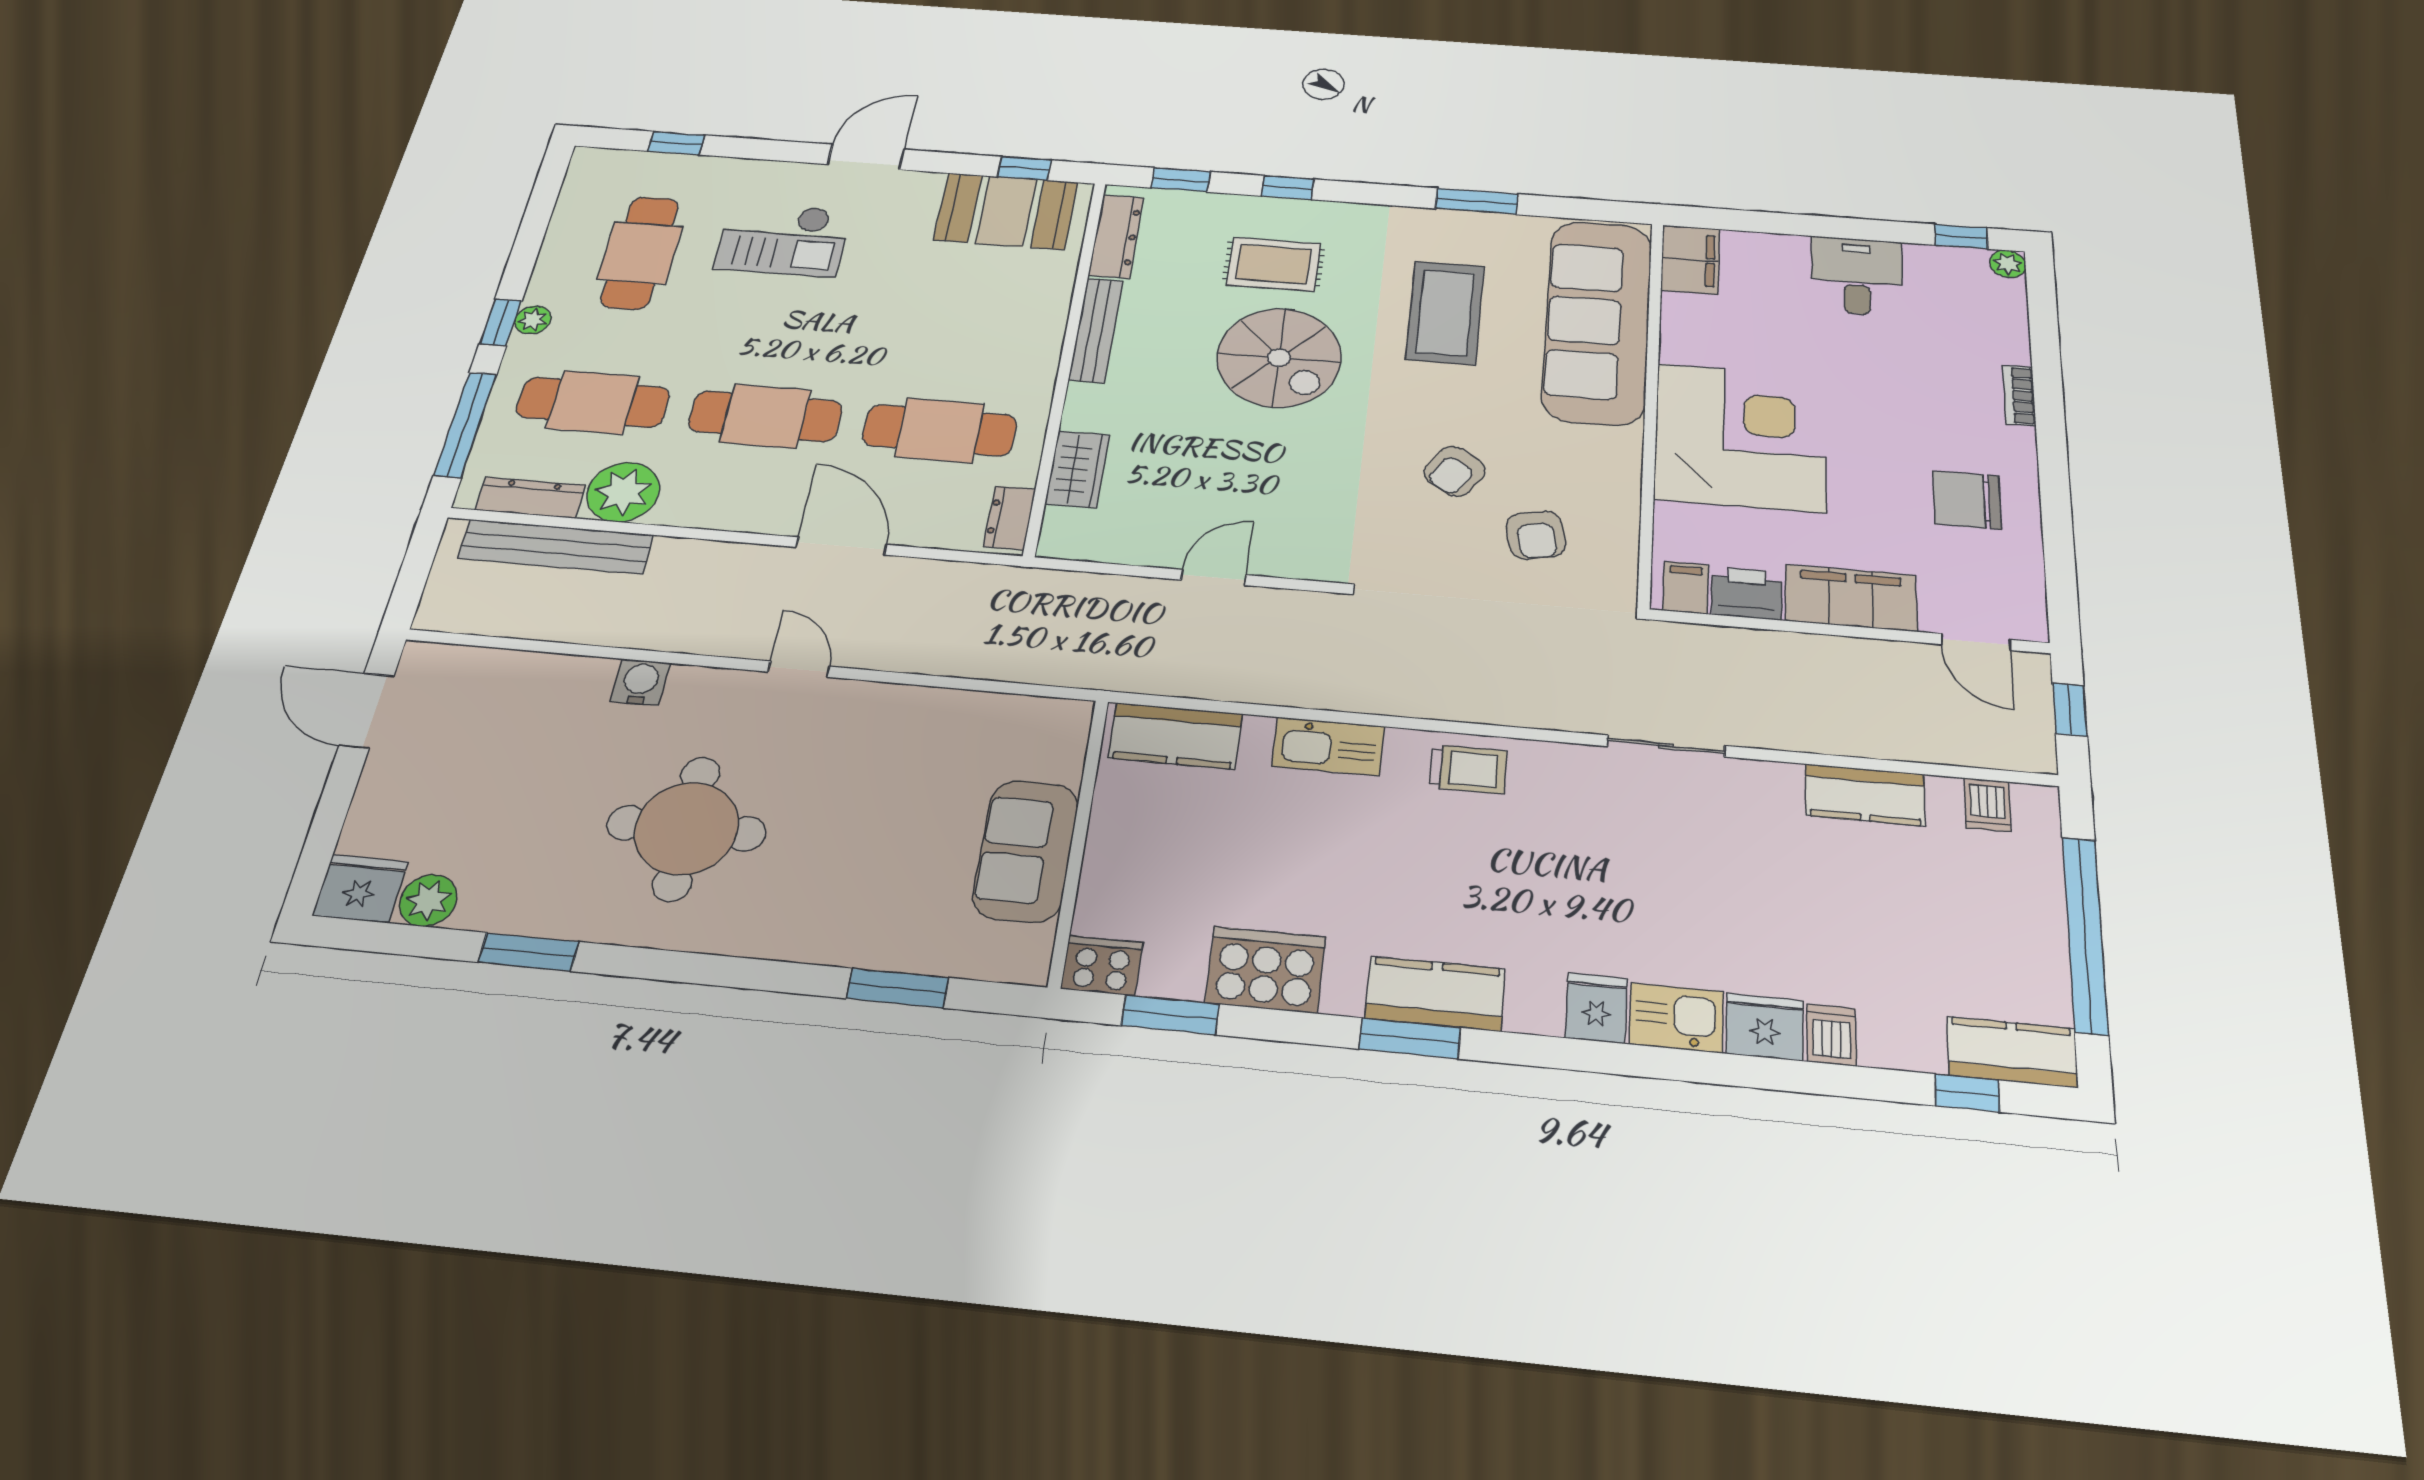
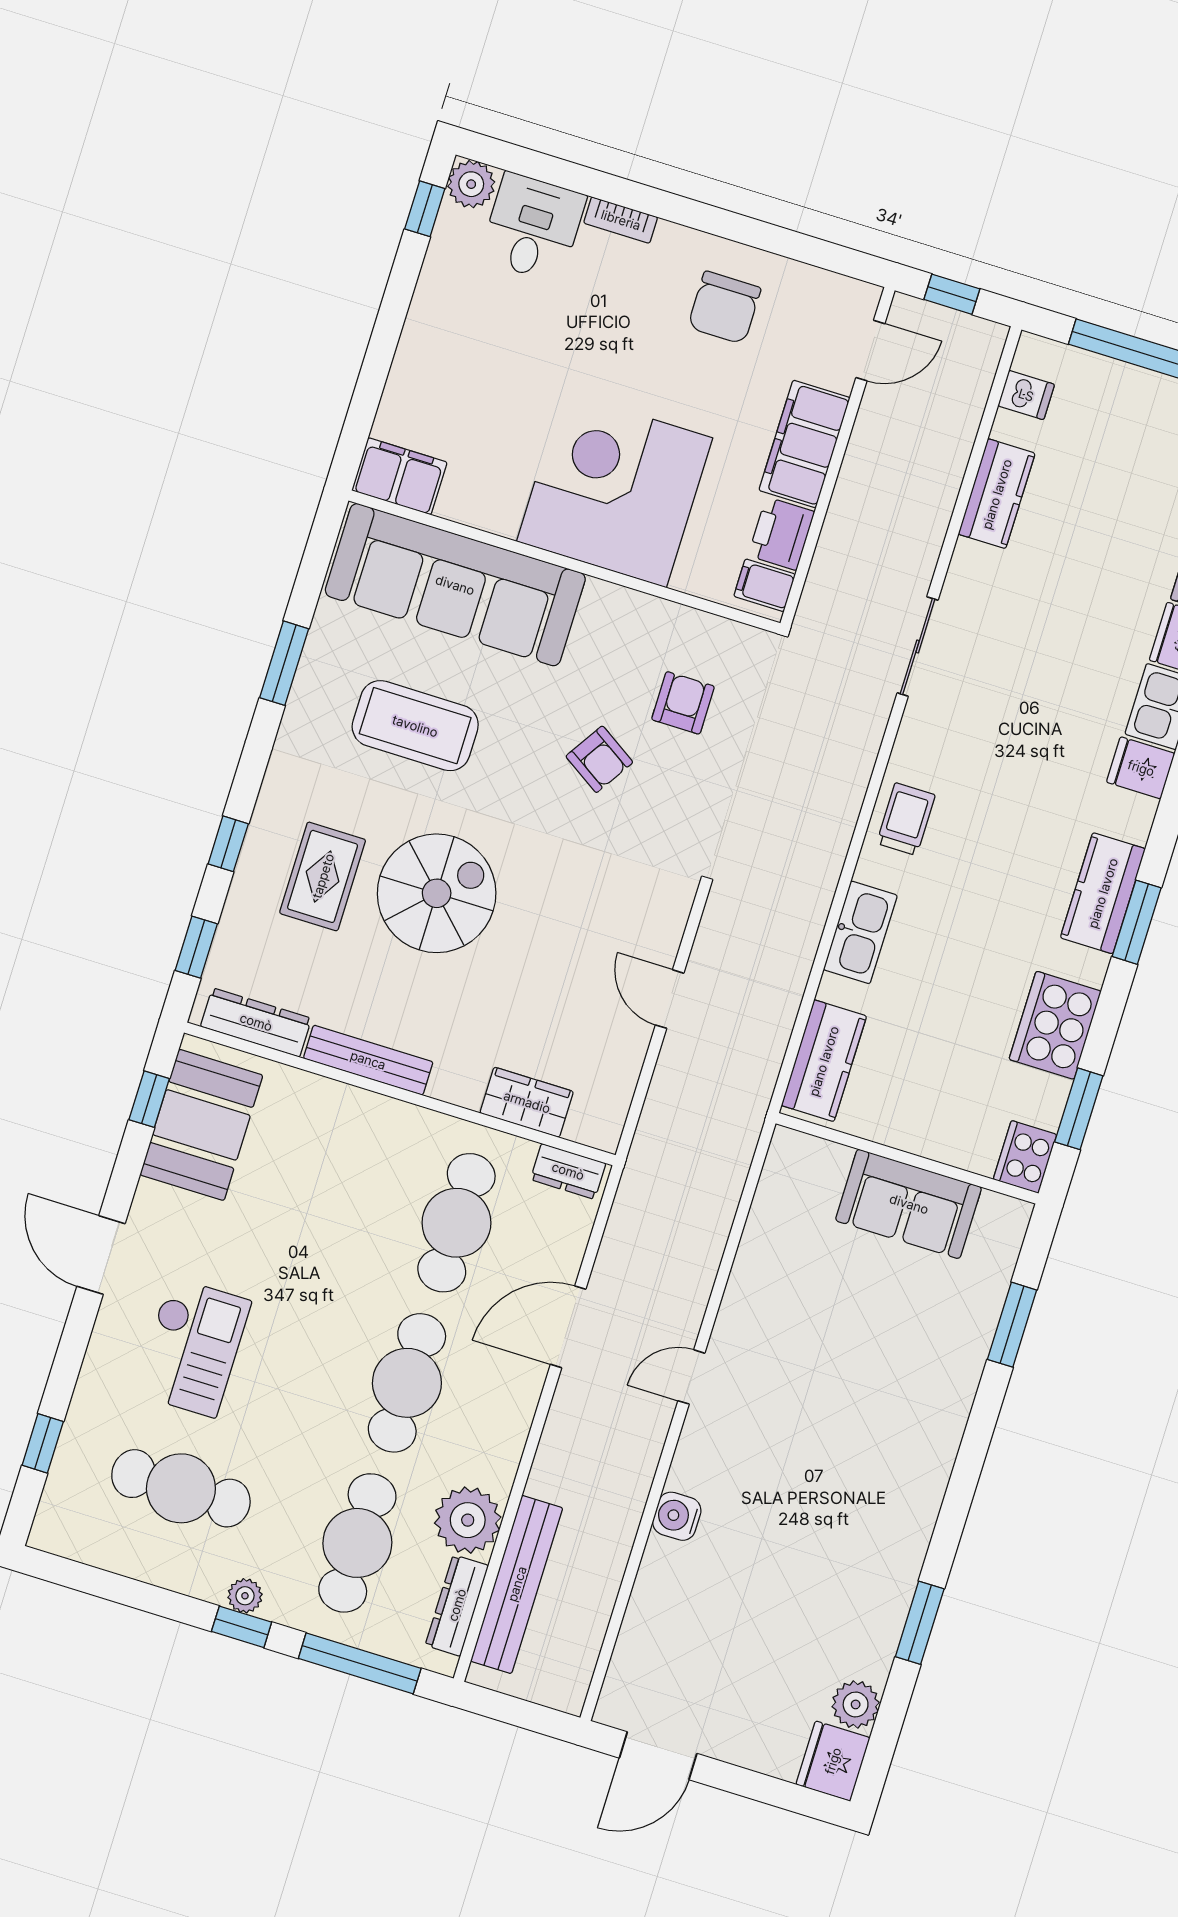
plant: (2008, 264) -> (471, 184), width x1.38, depth x1.38
desk: (1857, 276) -> (533, 227), moved, turned 90
armchair: (1536, 535) -> (683, 703), turned -78
round table: (686, 828) -> (830, 1486), removed

